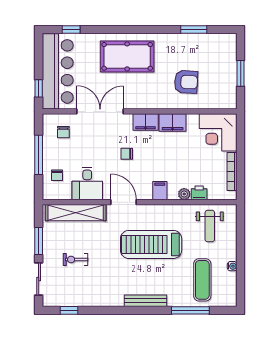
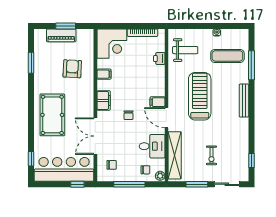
piano: (229, 68) -> (61, 35), added
filing cabinet: (173, 122) -> (104, 74), width x0.50
filing cabinet: (160, 191) -> (158, 102), moved
plant: (184, 194) -> (160, 176), moved
door: (124, 202) -> (166, 118), hinge flipped
treadmill: (151, 244) -> (200, 96), turned 180

